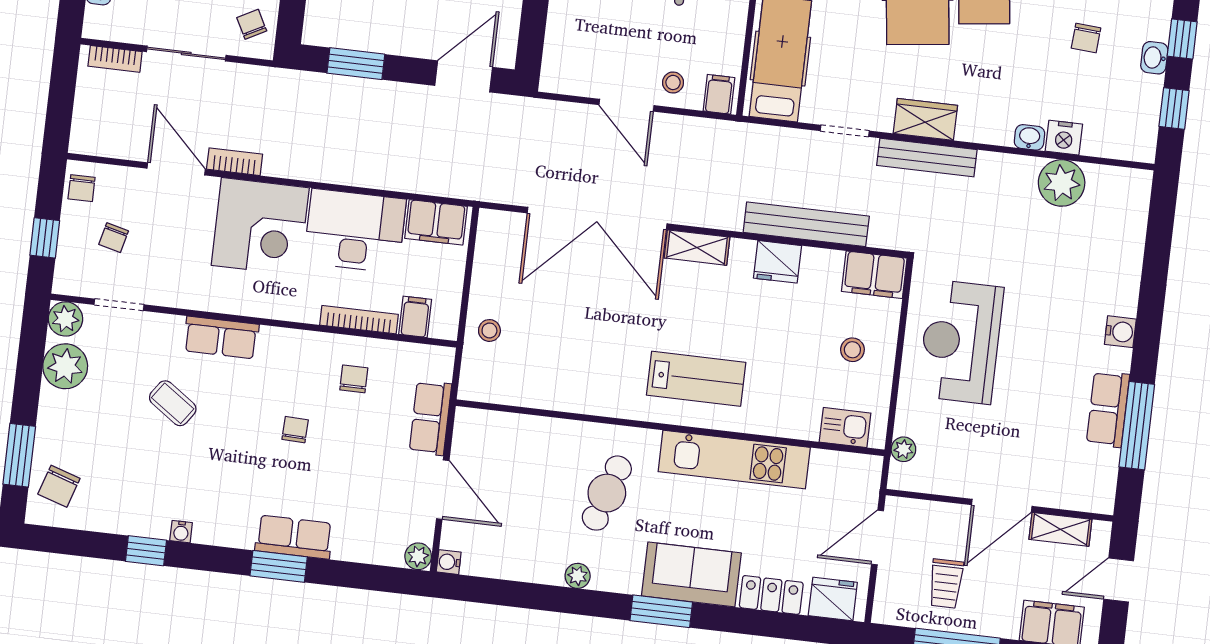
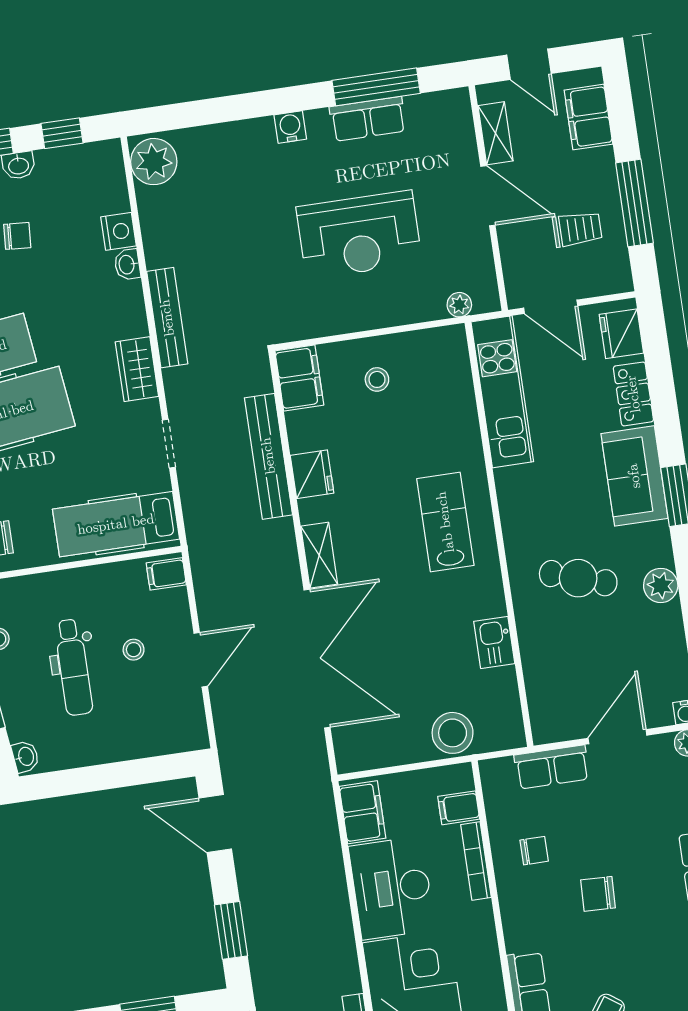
stool: (673, 82) -> (134, 650), moved
bench: (927, 158) -> (167, 318), moved
plant: (1062, 183) -> (154, 162), moved
stool: (489, 330) -> (453, 733), width x1.89, depth x1.89
reception desk: (961, 342) -> (359, 235), moved
chair: (354, 379) -> (534, 851), turned 180
kitchen sink: (845, 428) -> (494, 642), moved
chair: (295, 430) -> (598, 894), width x1.37, depth x1.37
kitchen unit: (734, 460) -> (502, 392), moved
plant: (578, 576) -> (661, 585), width x1.38, depth x1.38

